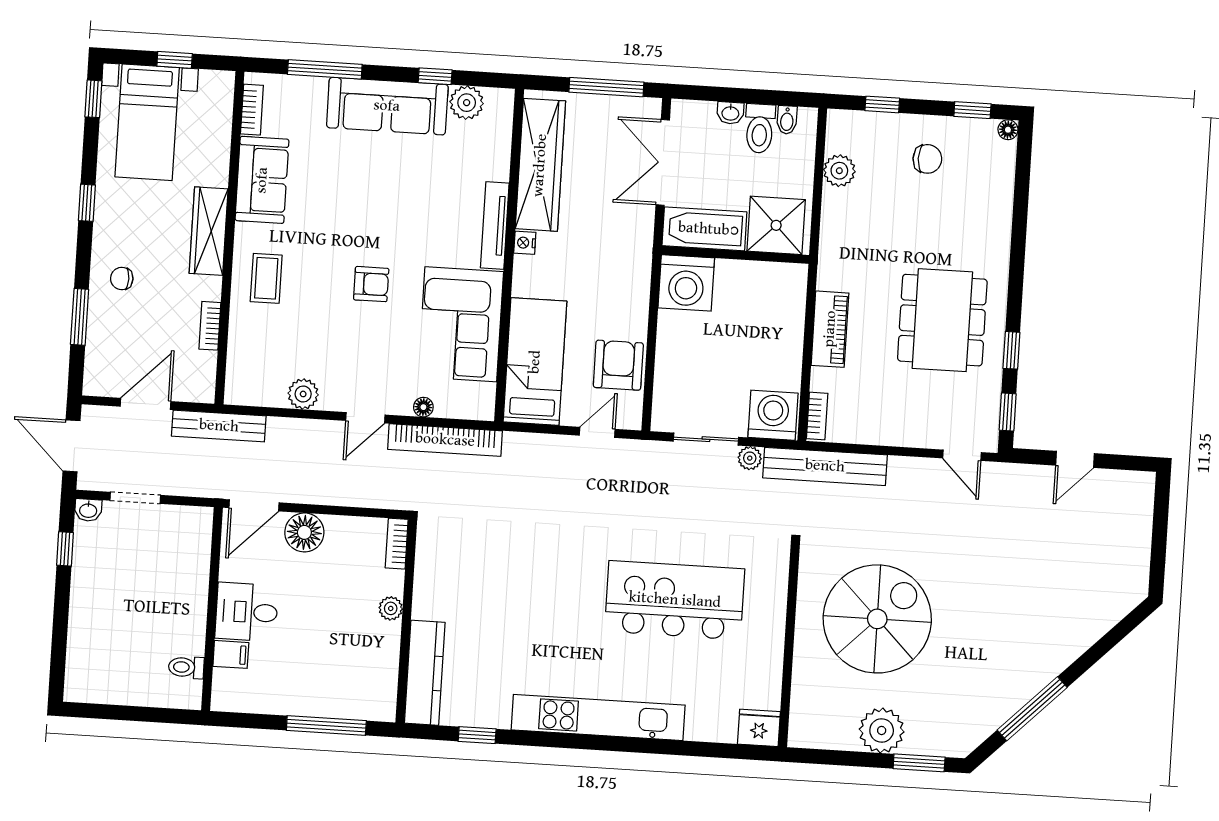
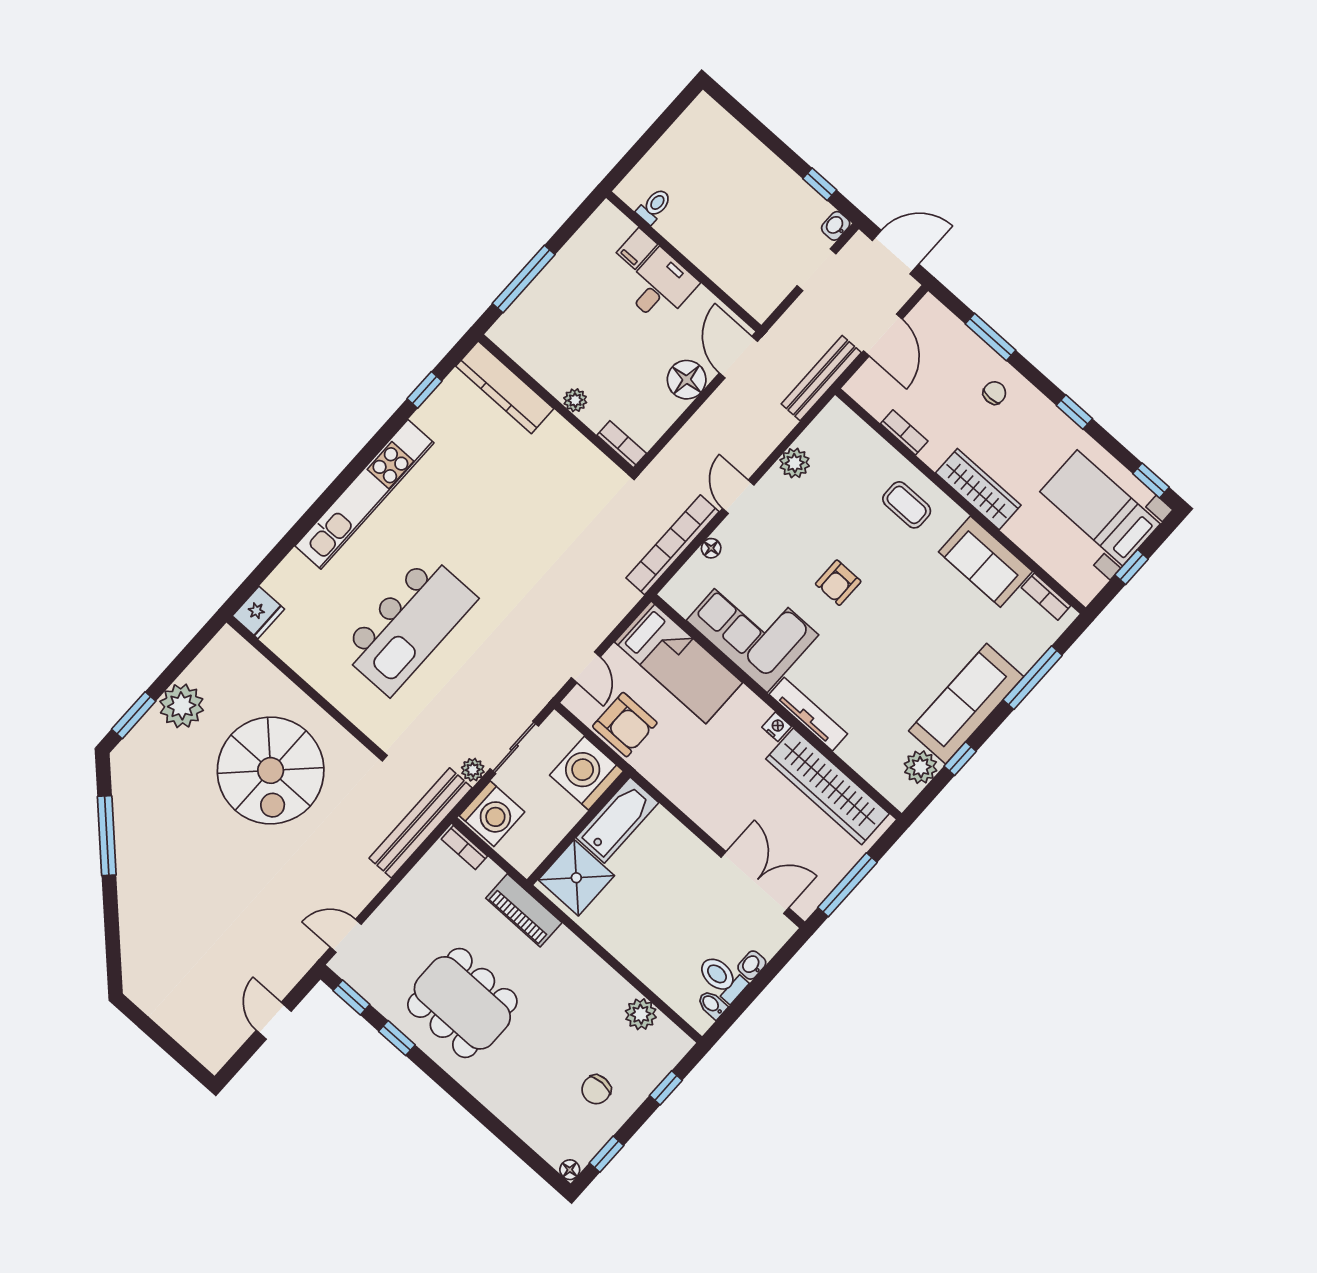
shower: (776, 225) -> (576, 878), moved
bathtub: (704, 229) -> (617, 820), moved
wall: (735, 255) -> (578, 828), moved
washing machine: (686, 283) -> (587, 773), moved

